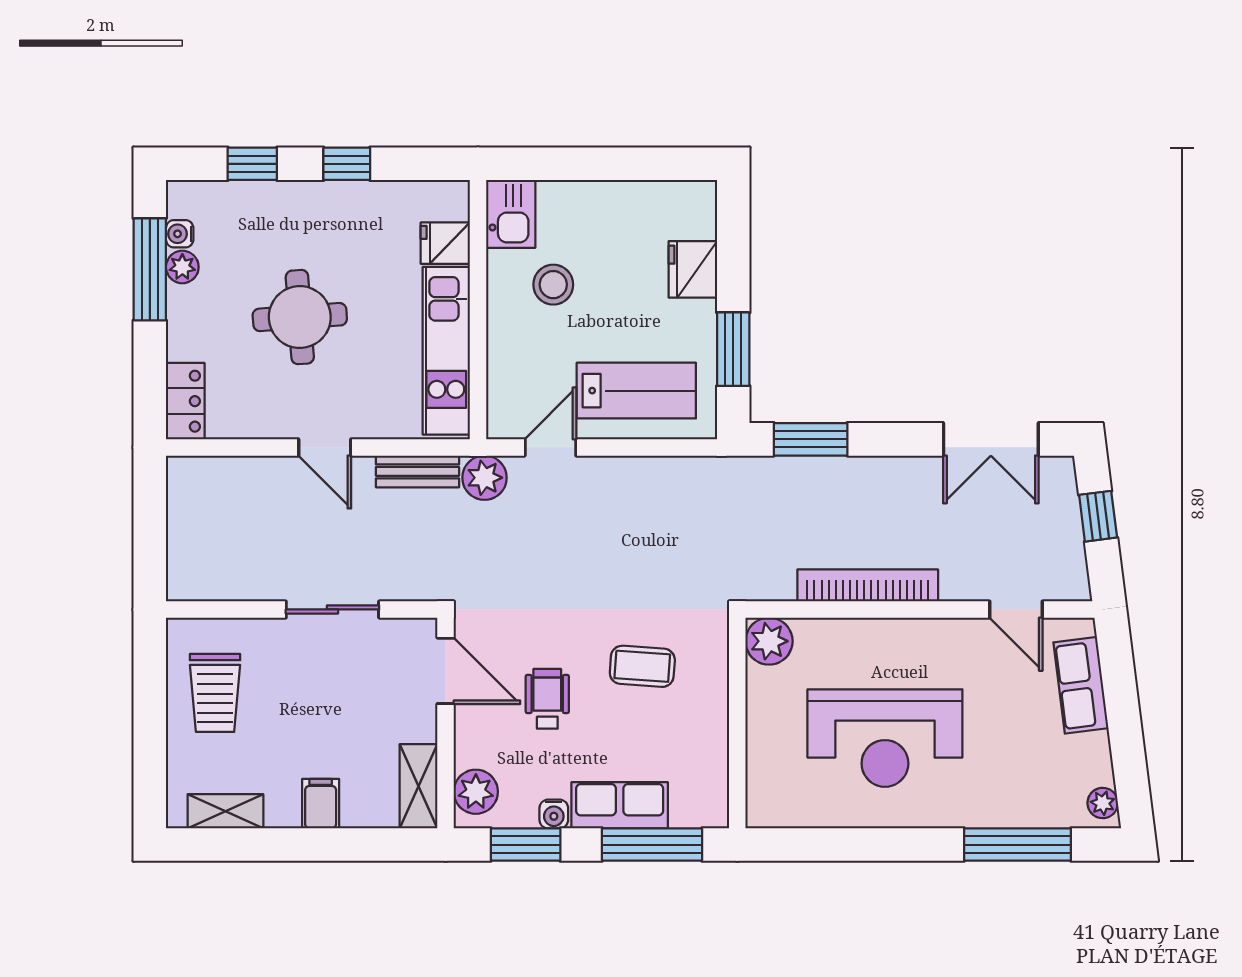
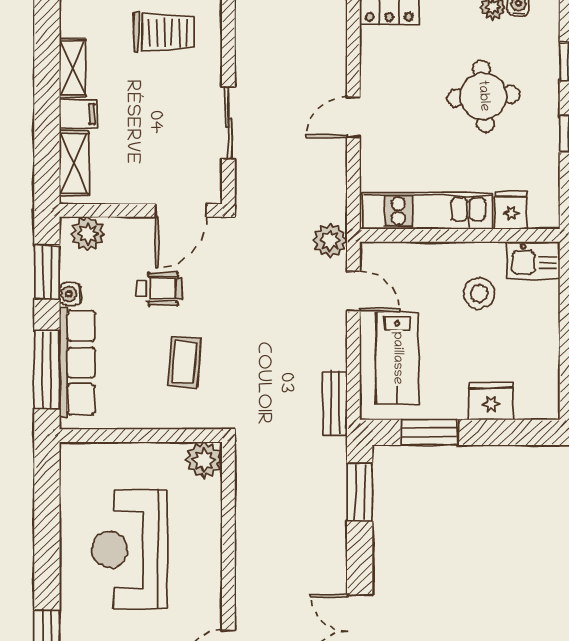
round table: (300, 317) -> (483, 96), moved
bench: (418, 471) -> (335, 402), moved
bookcase: (868, 585) -> (247, 536), removed
trolley: (215, 693) -> (164, 32), turned 180
shelving: (419, 786) -> (74, 163), moved, turned 90
row of seats: (620, 805) -> (77, 363), width x1.48
shelving: (225, 811) -> (73, 68), moved

